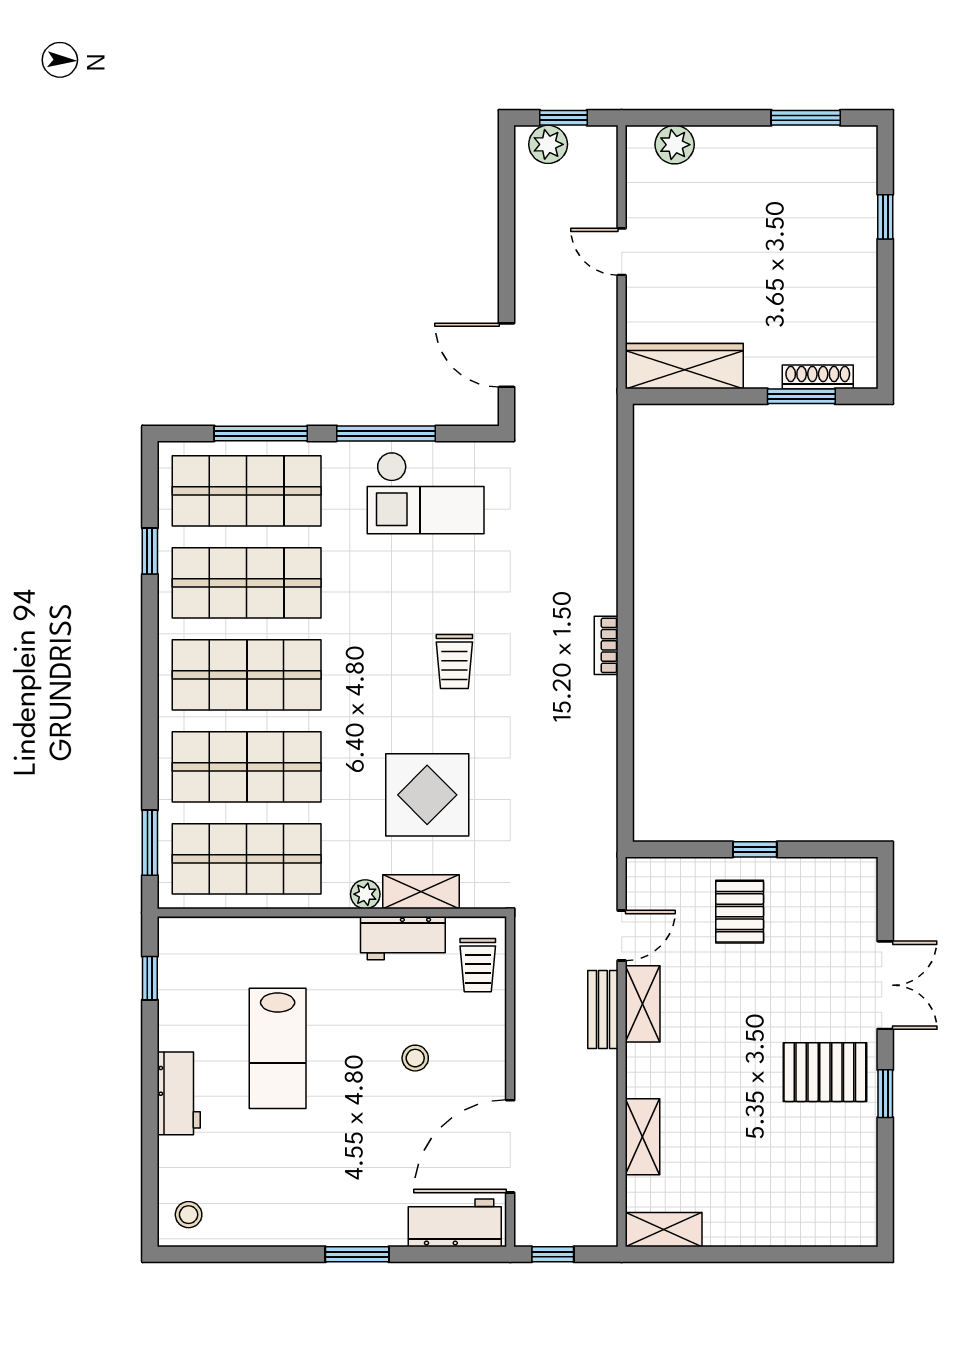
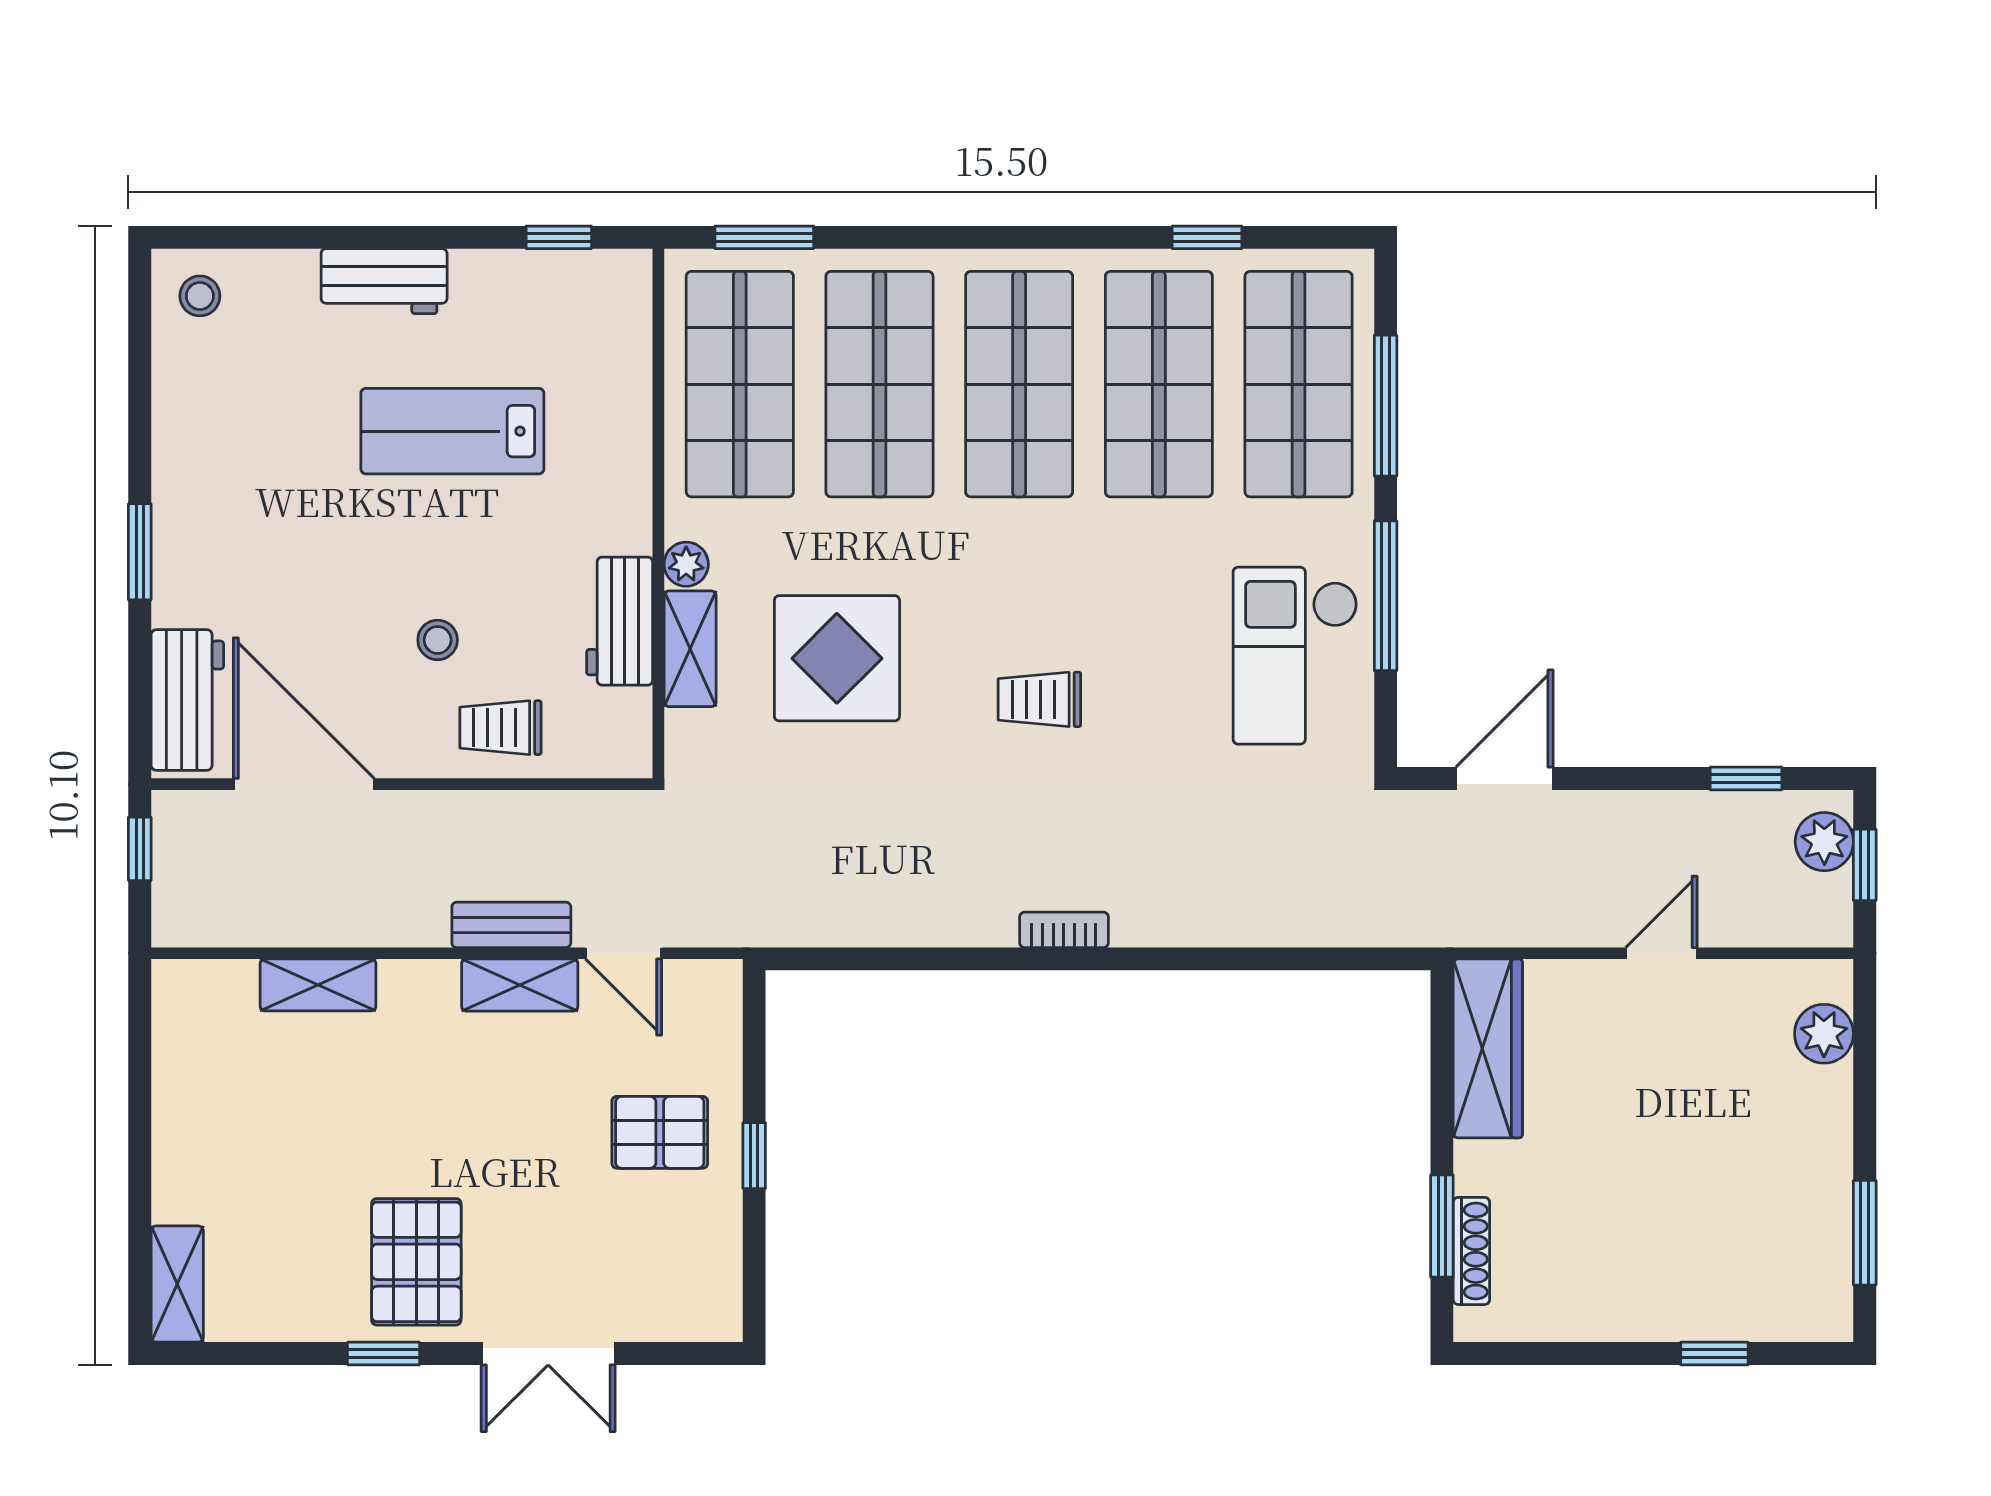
window: (506, 196) -> (1746, 778), added
trolley: (478, 965) -> (500, 728), moved
shelving: (664, 1230) -> (177, 1284), moved

